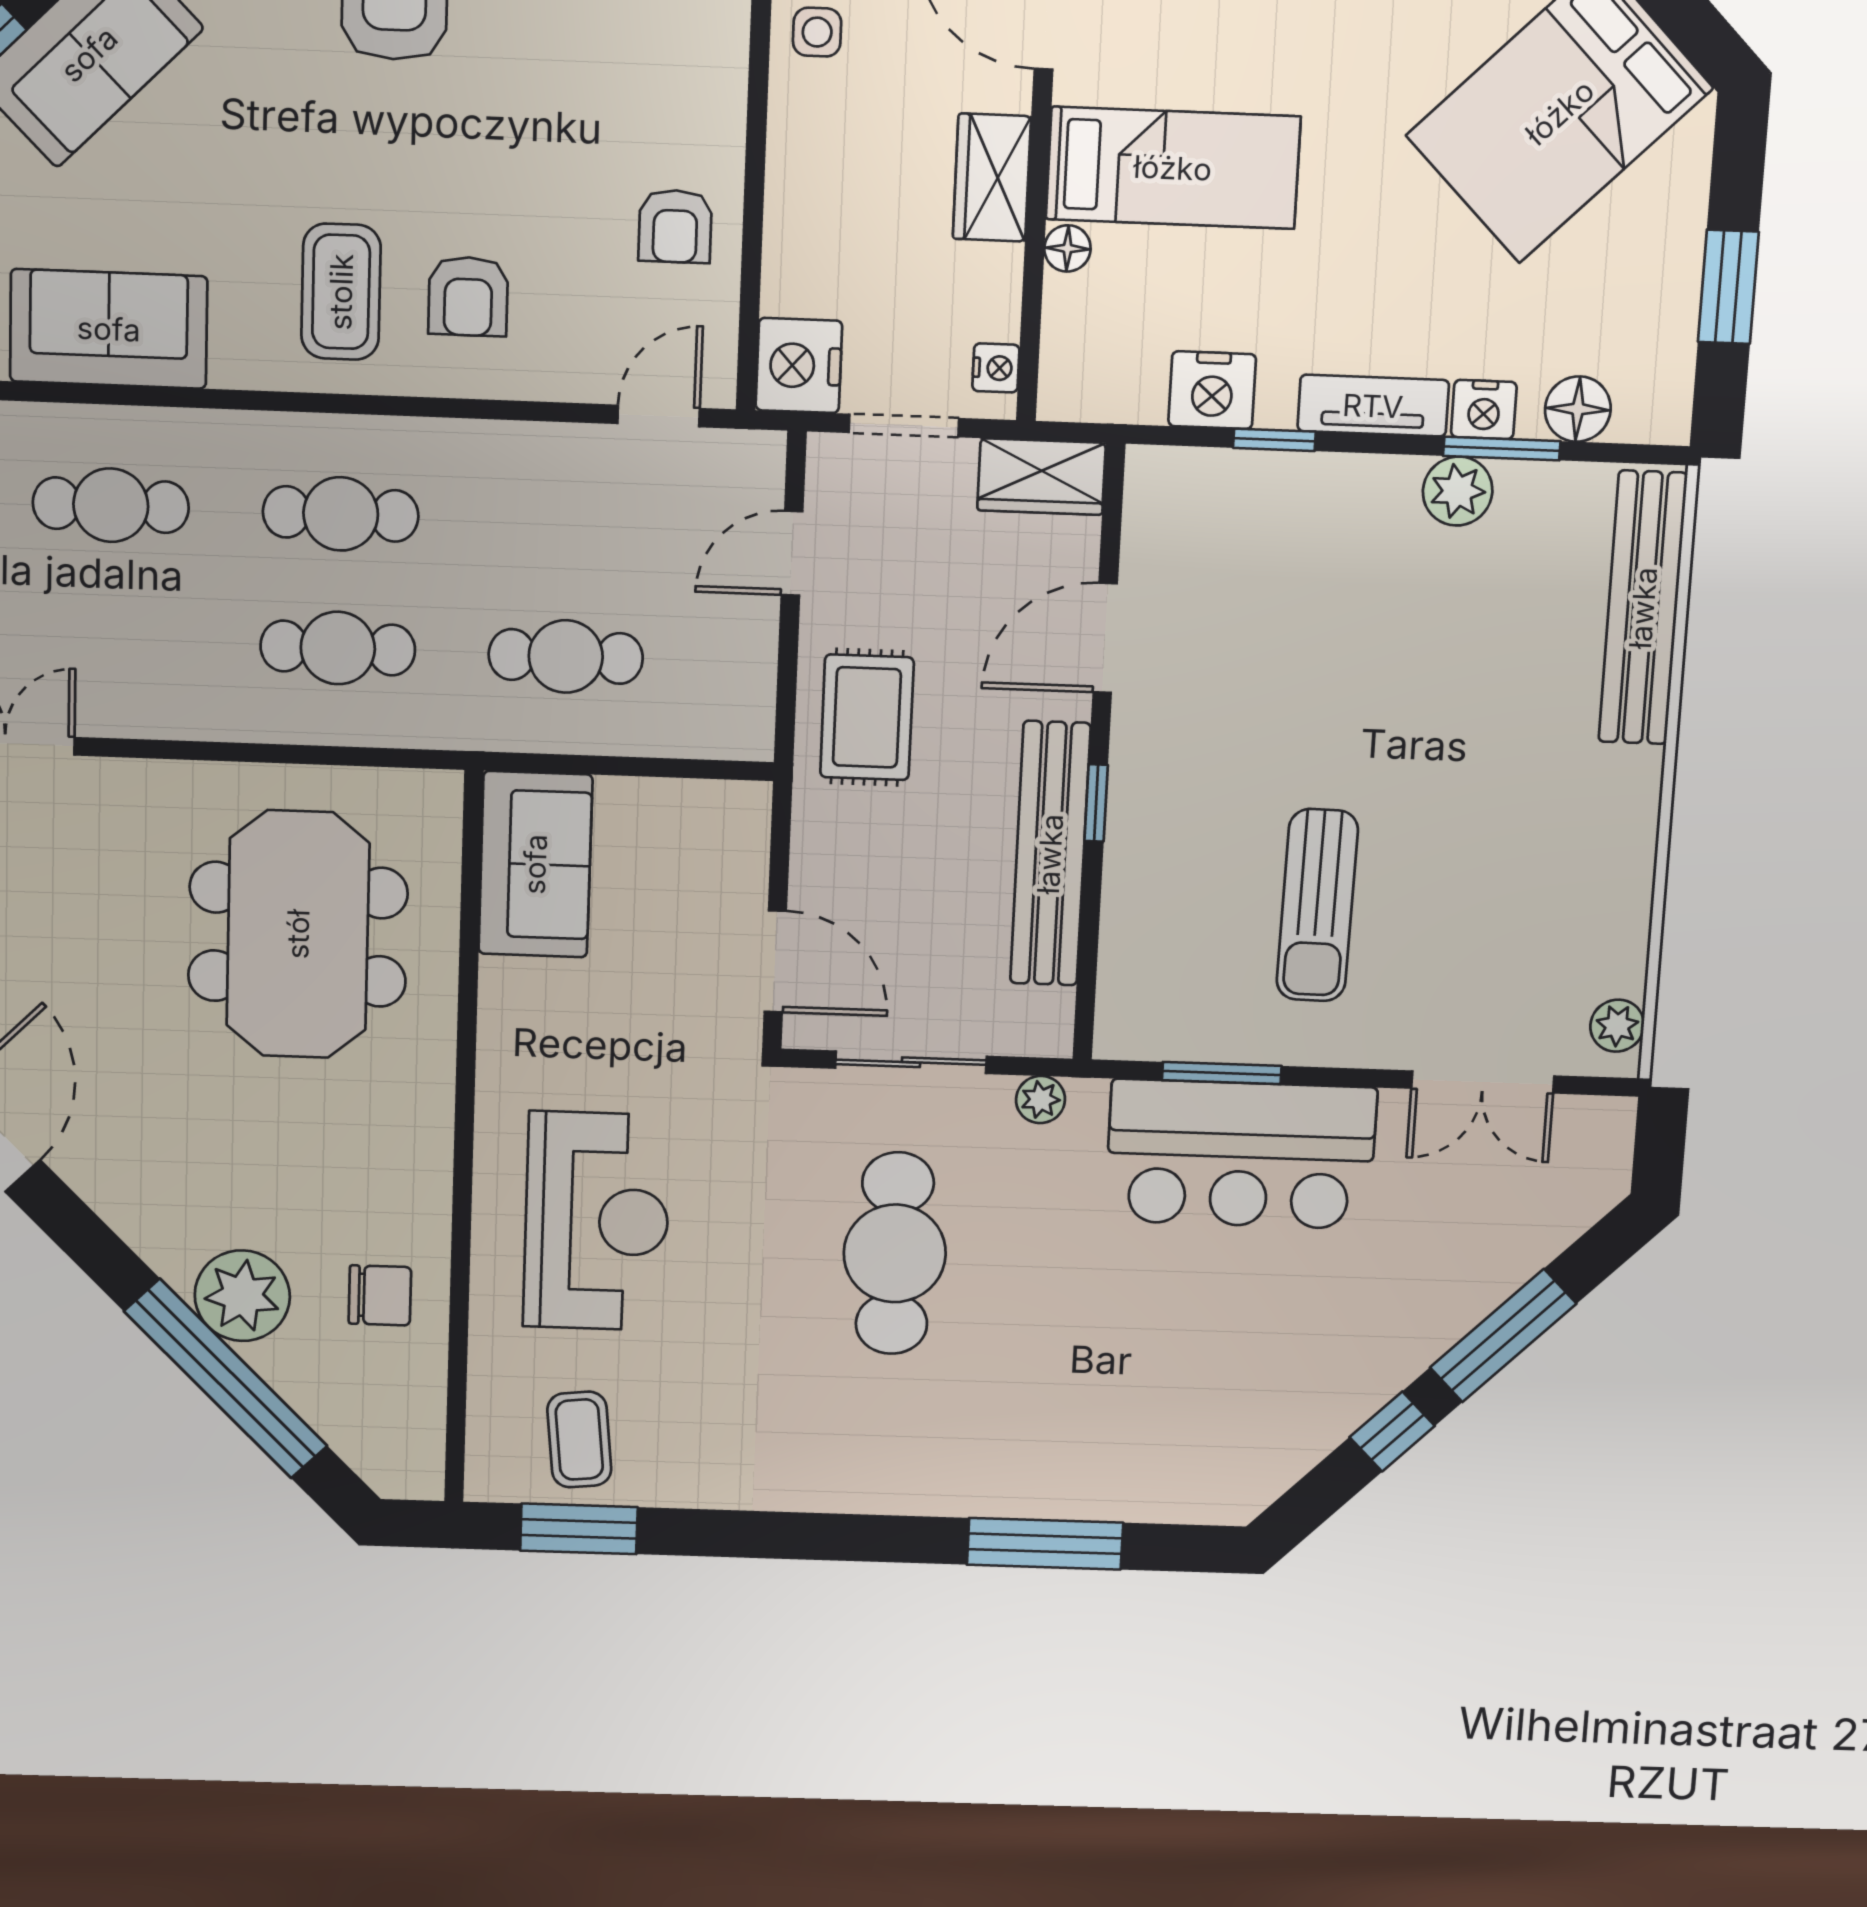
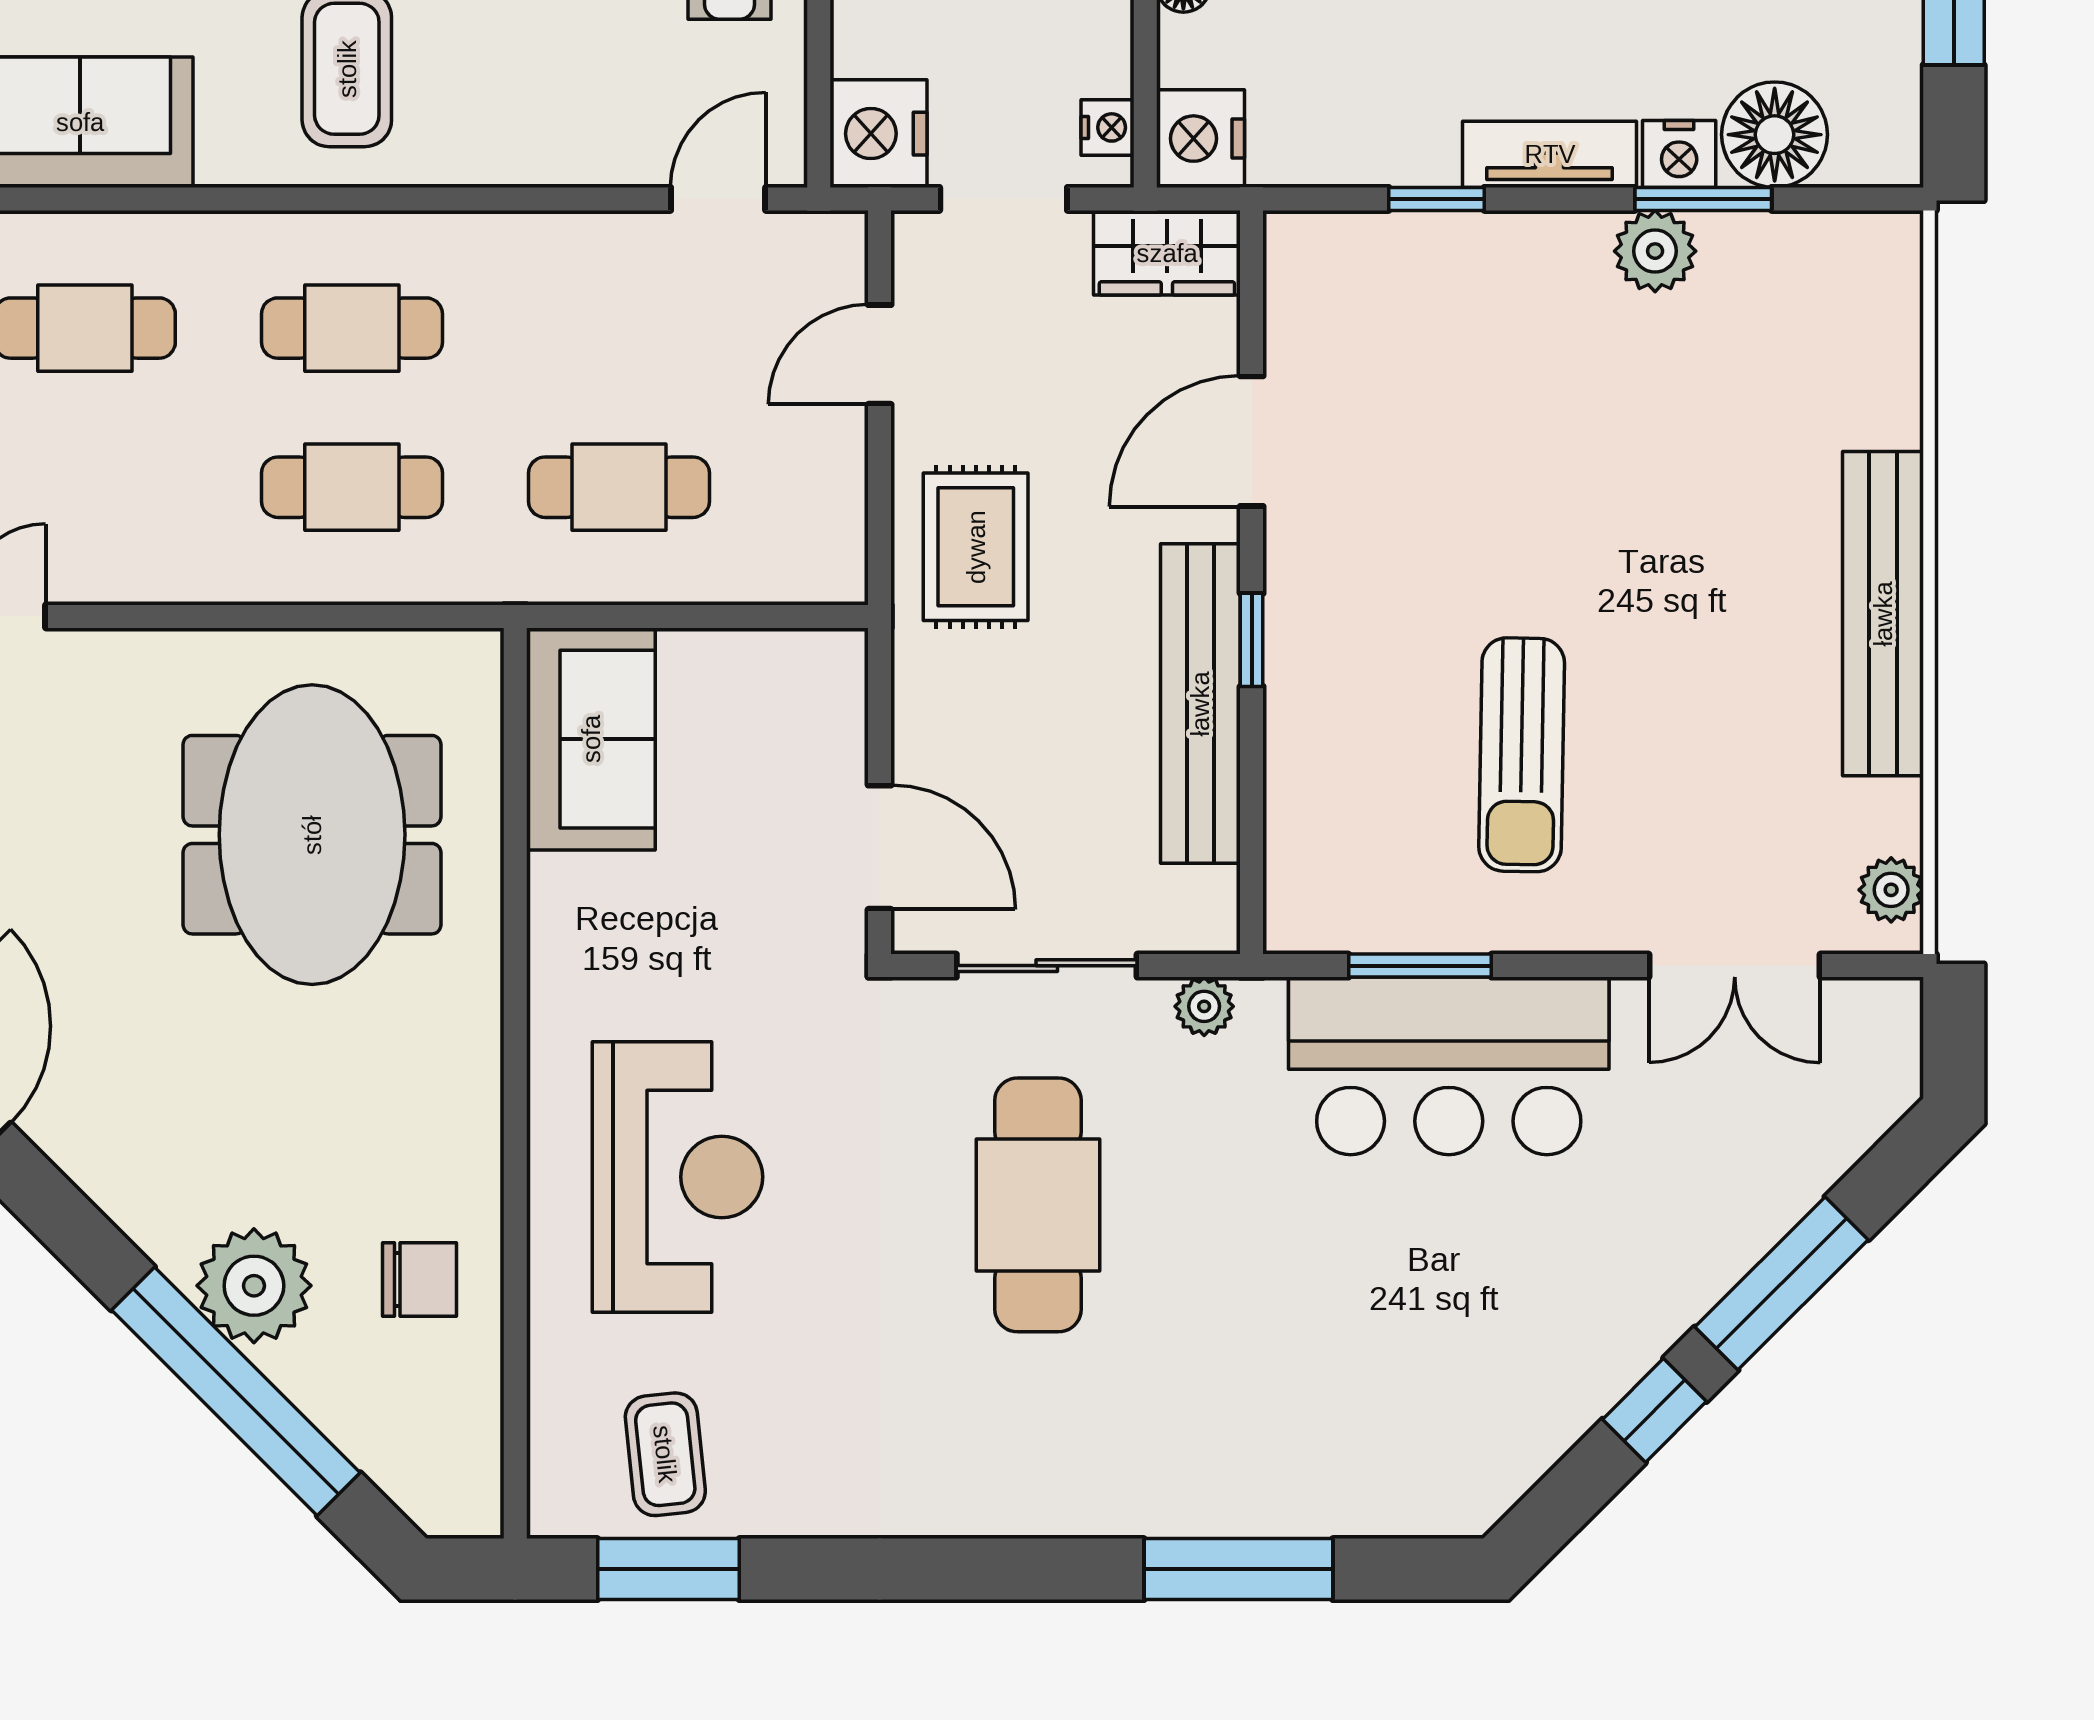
armchair: (468, 296) -> (493, 68), removed
nightstand: (1212, 390) -> (1201, 139), moved, turned 90
floor lamp: (1578, 409) -> (1775, 135), width x1.38, depth x1.38
bench: (1643, 608) -> (1883, 614), moved

